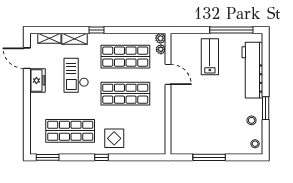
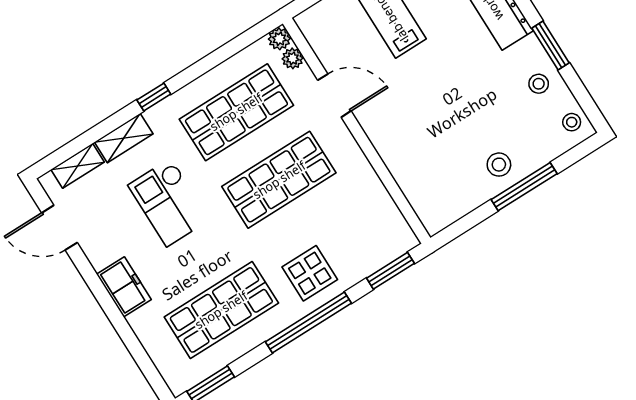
freezer: (38, 80) -> (124, 287), moved
stool: (216, 142) -> (499, 165), added
window: (101, 157) -> (308, 322), width x3.17
window: (147, 157) -> (390, 271), added
window: (209, 157) -> (524, 187), moved

